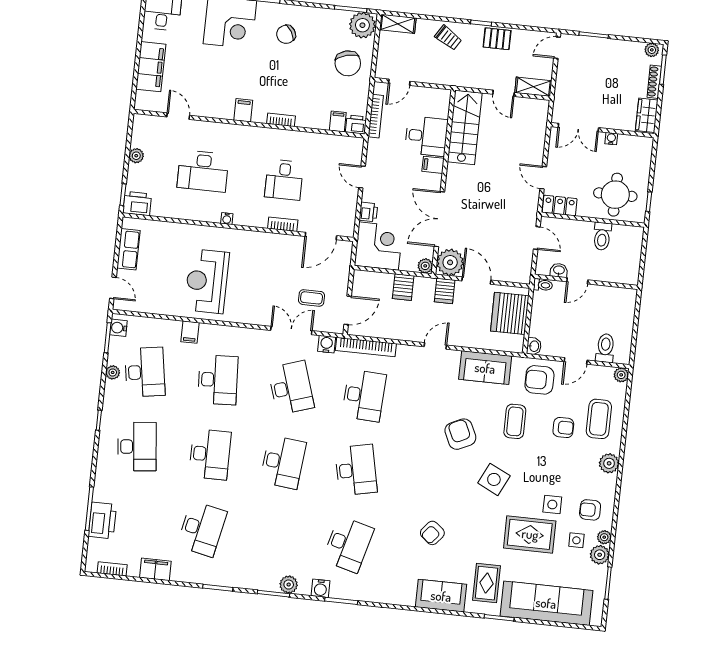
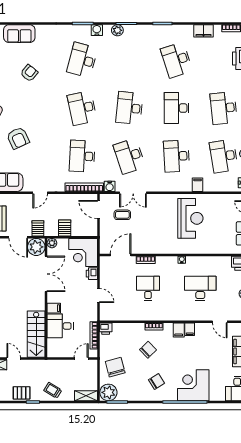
chair: (294, 85) -> (148, 350), added
filing cabinet: (338, 121) -> (190, 329), moved
door: (348, 310) -> (98, 209), hinge flipped
desk: (202, 529) -> (177, 60), turned -30

